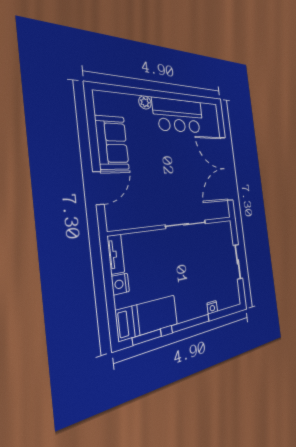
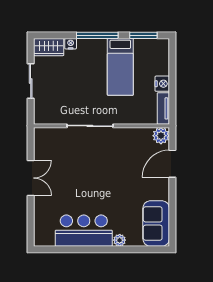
sofa: (112, 143) -> (156, 224), moved
double door: (226, 169) -> (31, 178), width x0.54
plant: (115, 221) -> (161, 136), added
wardrobe: (229, 299) -> (49, 47), added
bed: (147, 317) -> (120, 67), moved, turned -90

